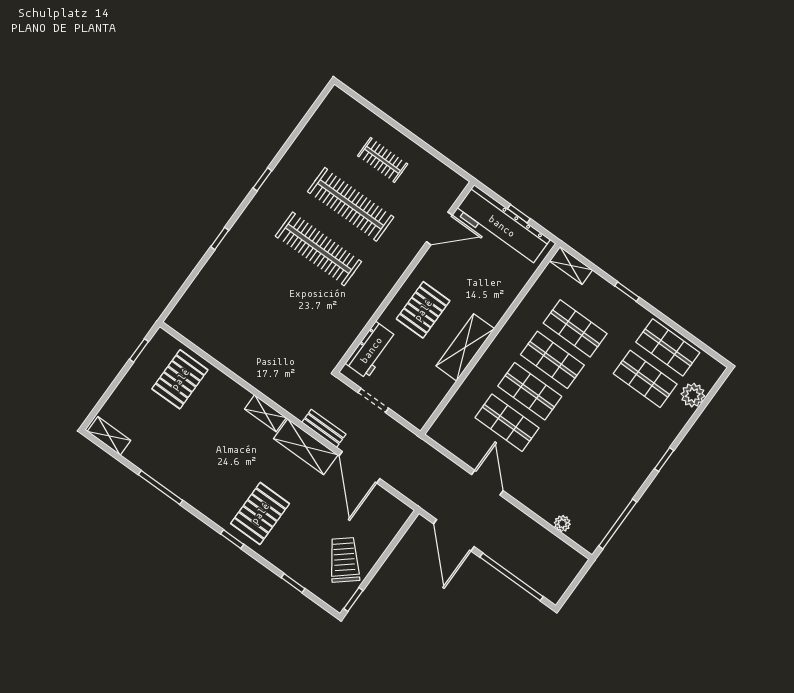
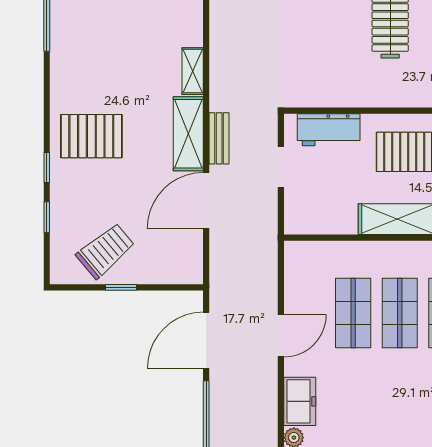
freezer: (541, 502) -> (300, 401), added
window: (232, 539) -> (47, 168), moved
window: (353, 600) -> (121, 287), moved

